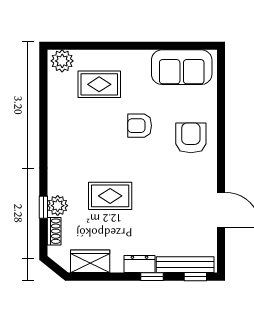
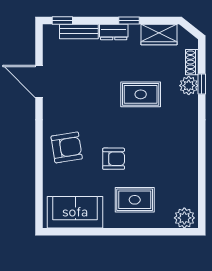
rug: (99, 84) -> (135, 200), moved
armchair: (191, 138) -> (67, 147), turned -99
bench: (185, 265) -> (79, 31), width x0.73
window: (152, 277) -> (129, 20), moved

